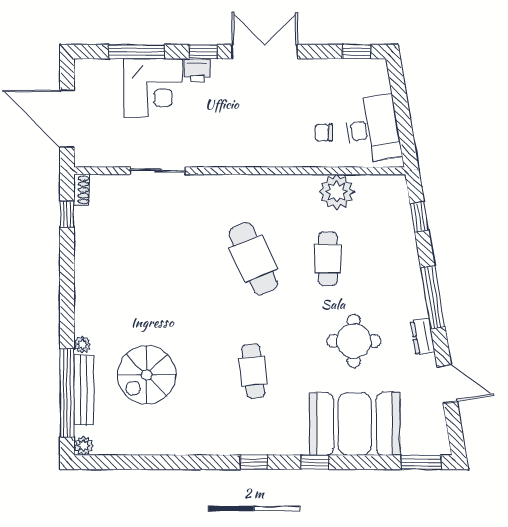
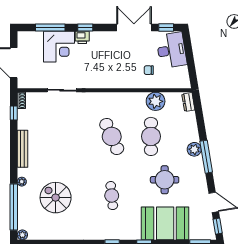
double door: (265, 52) -> (134, 28), moved
desk: (372, 129) -> (171, 50), moved
window: (419, 217) -> (218, 226), moved
cafe table: (328, 259) -> (151, 136), width x1.37, depth x1.35
plant: (410, 283) -> (194, 149), added
dresser: (423, 337) -> (188, 102), moved
spiral stairs: (147, 375) -> (56, 198), turned 90
bench: (84, 390) -> (22, 149), moved

